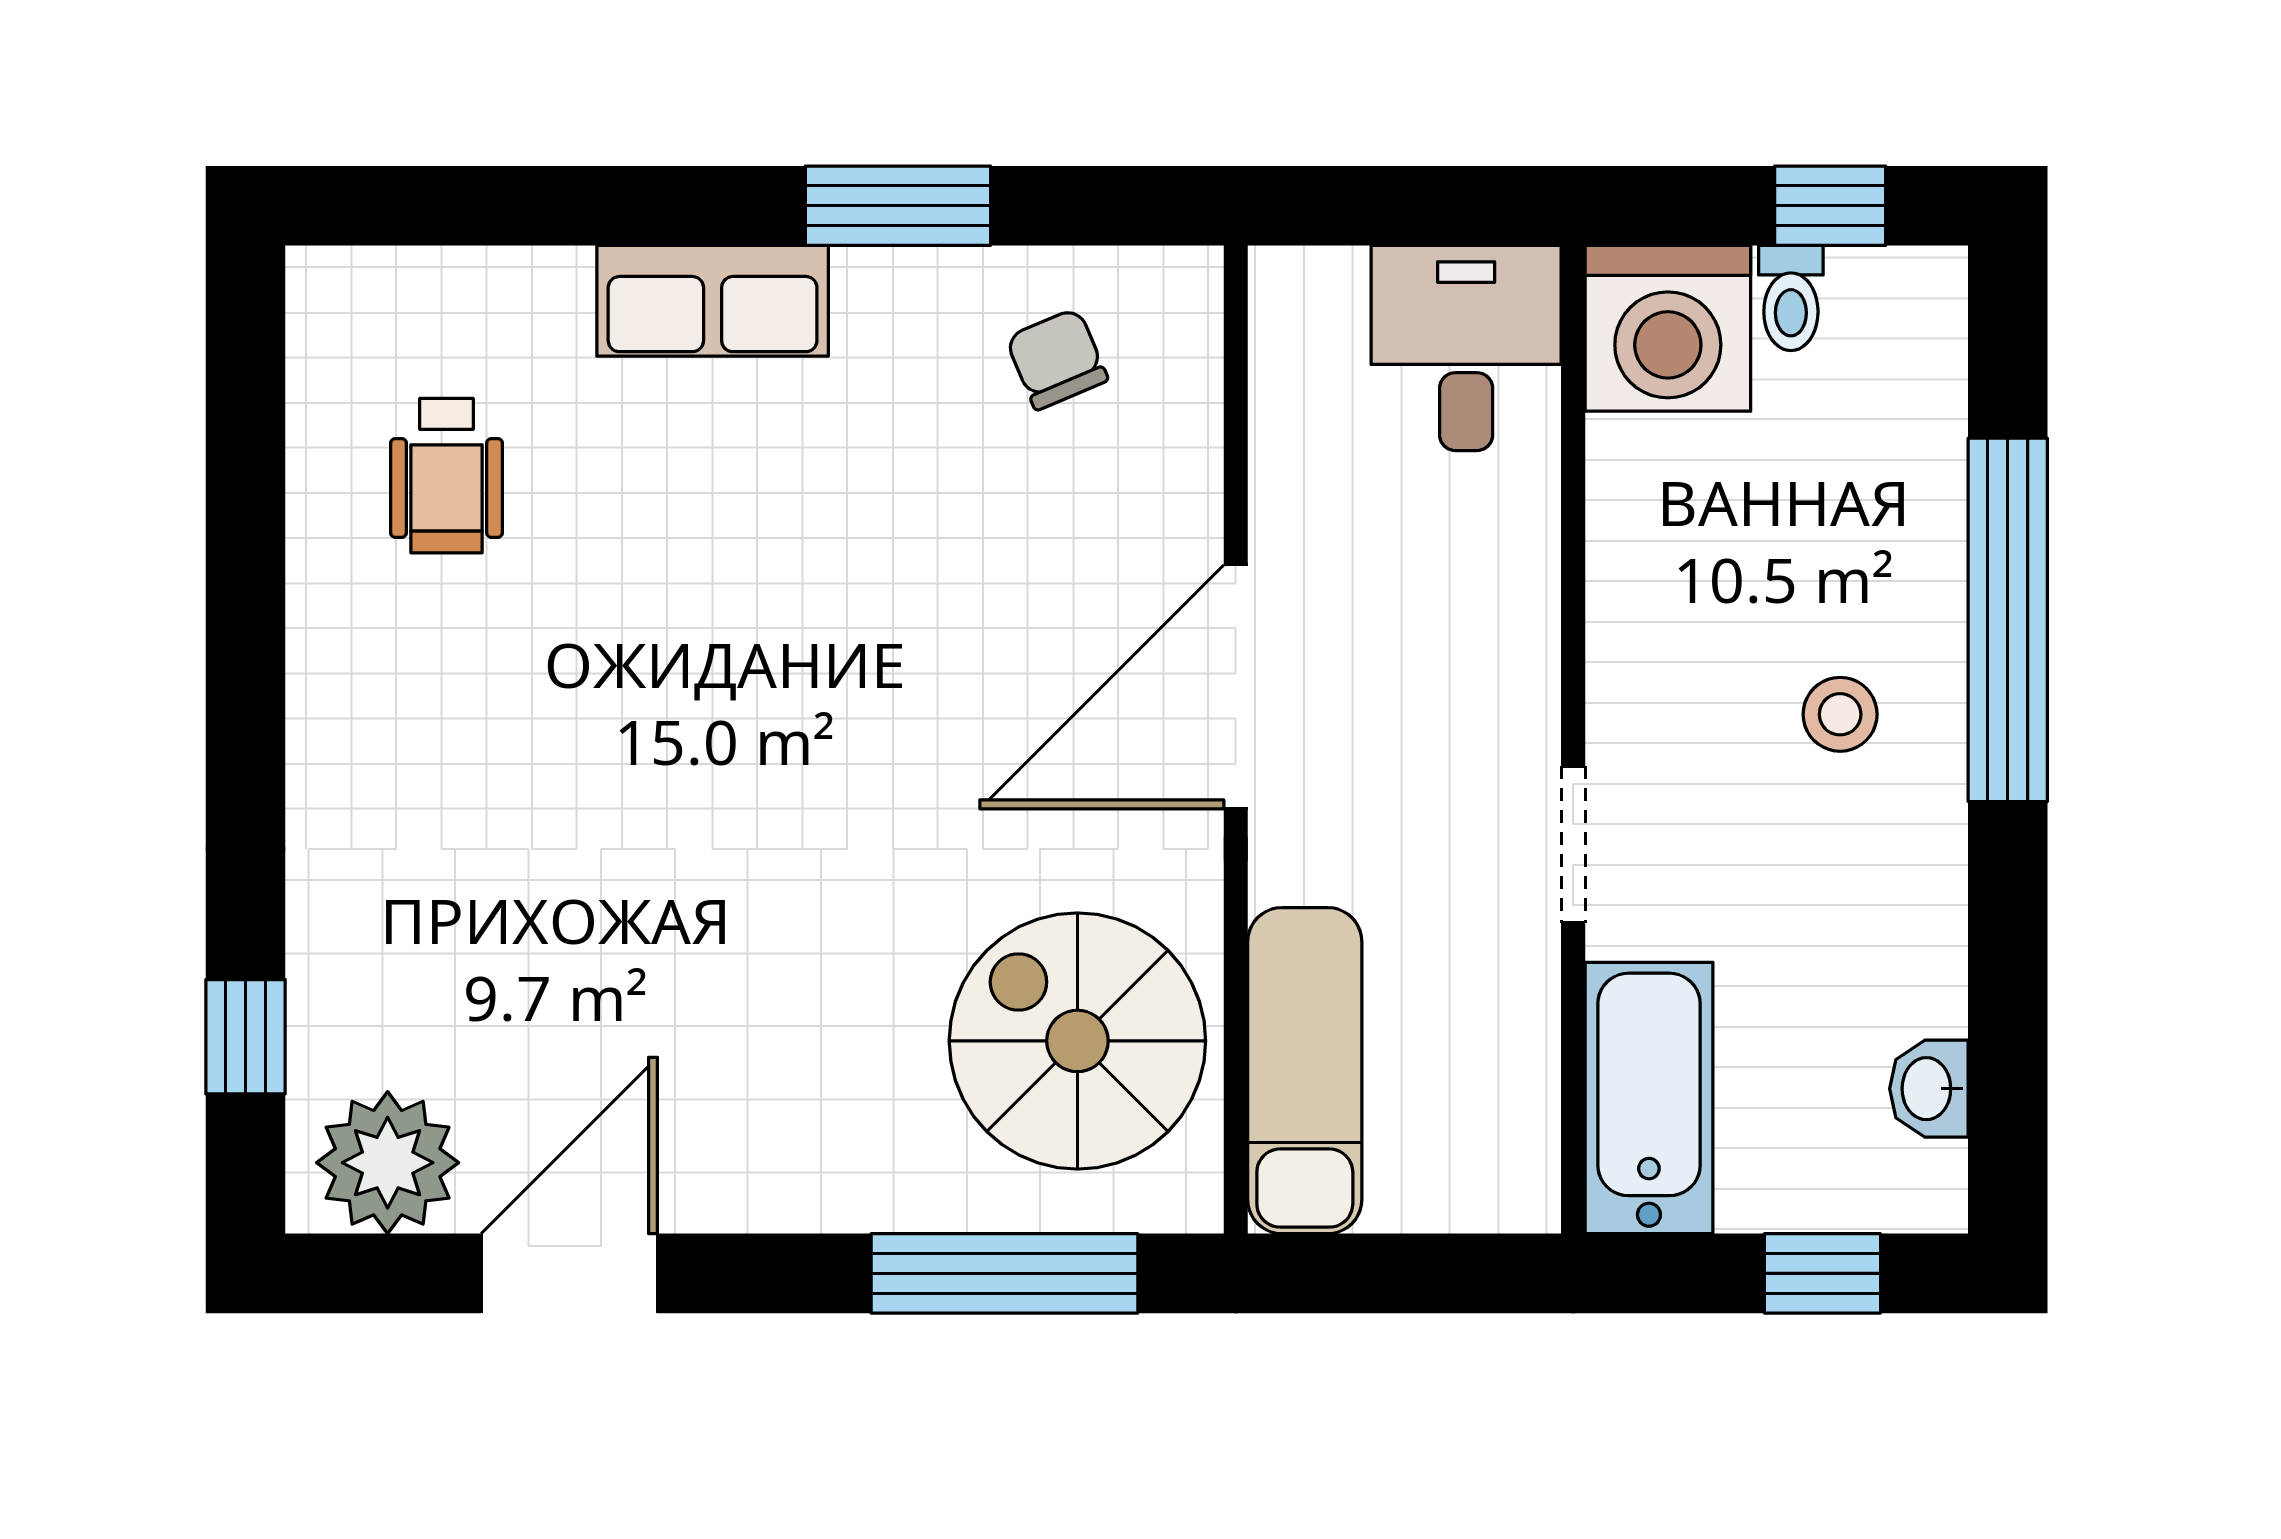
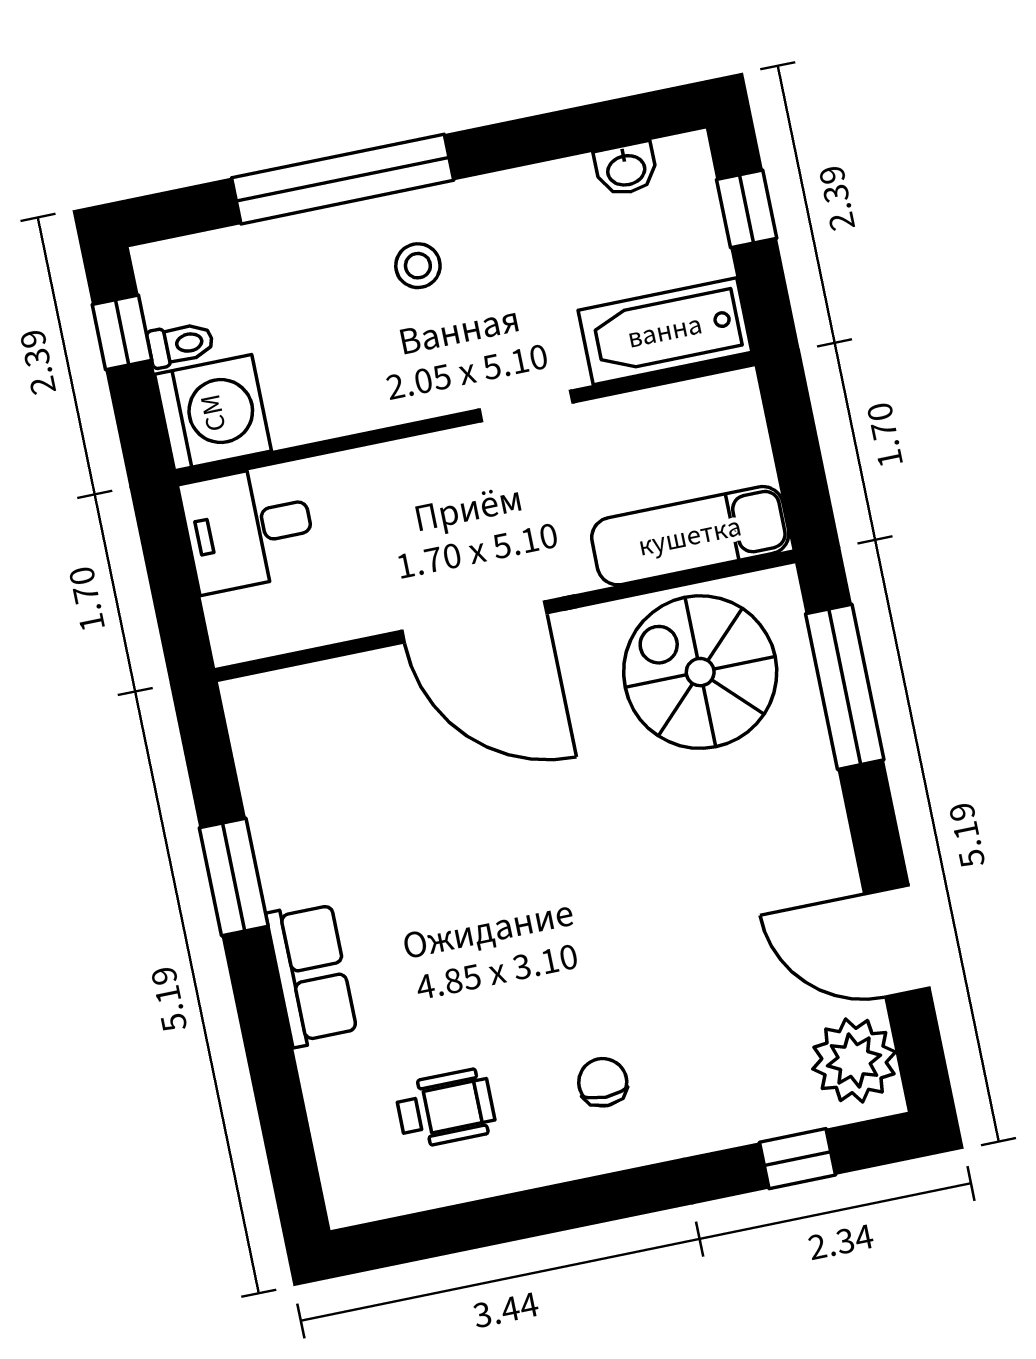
chair: (1057, 359) -> (603, 1082), moved, turned 113
spiral stairs: (1077, 1041) -> (700, 672), turned 90

